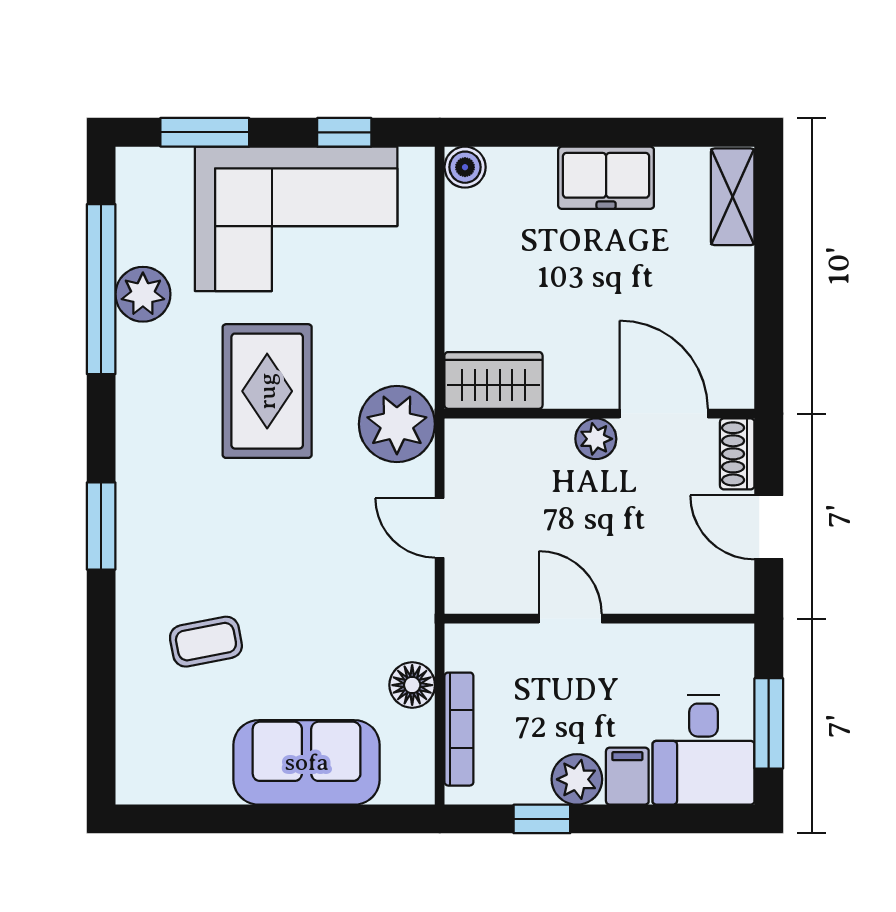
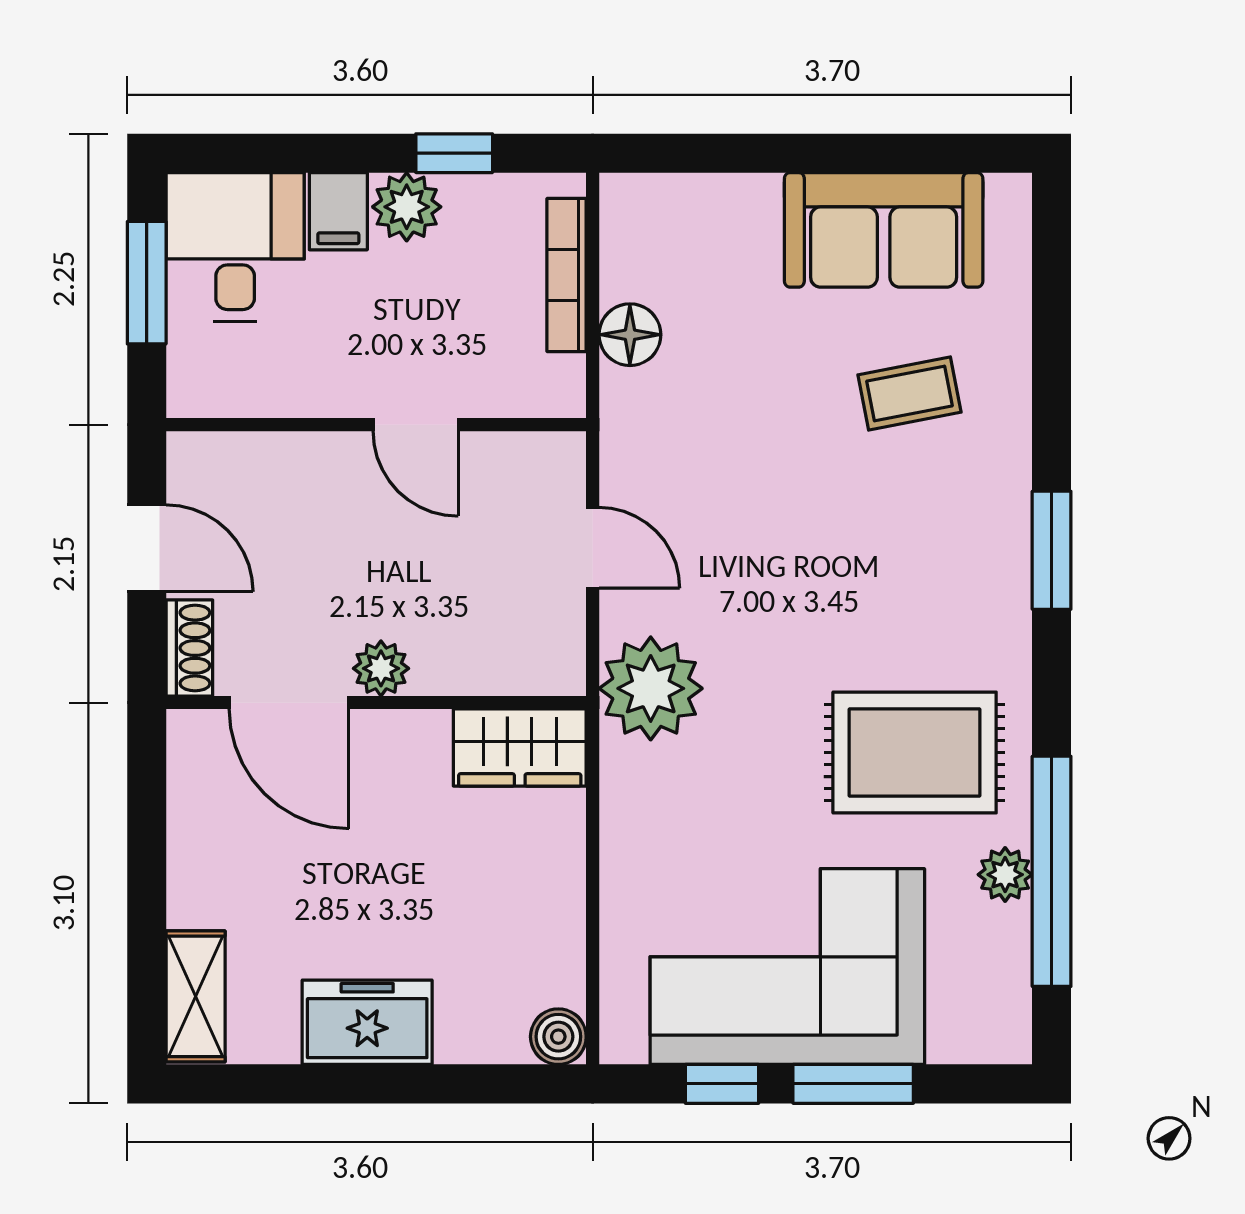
window: (205, 132) -> (853, 1084), moved
plant: (143, 294) -> (1005, 875), width x0.73, depth x0.73
rug: (267, 391) -> (915, 752), moved, turned 90
sofa: (307, 762) -> (884, 230), moved

